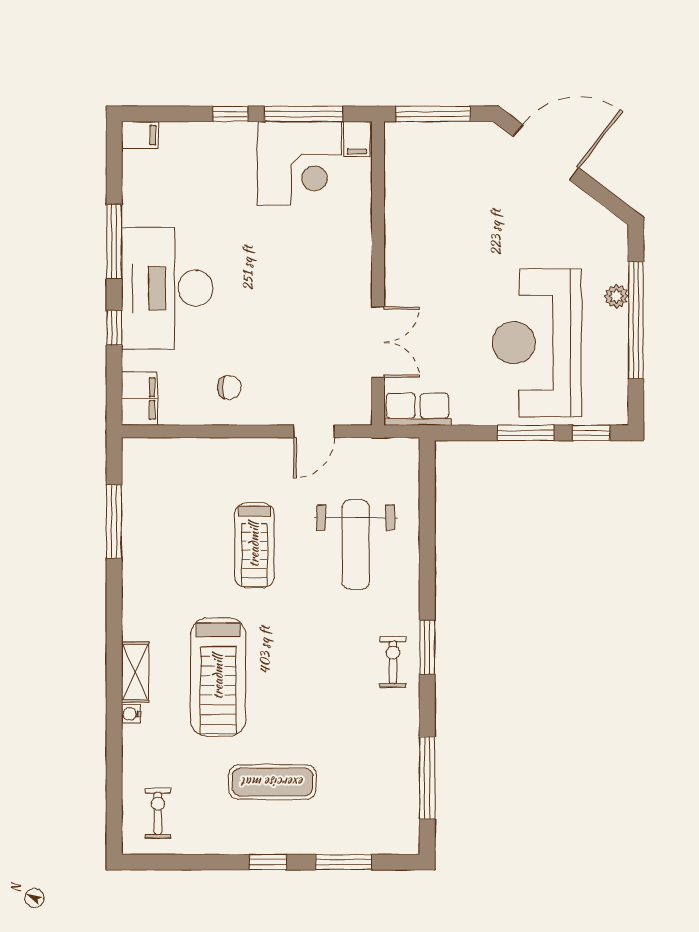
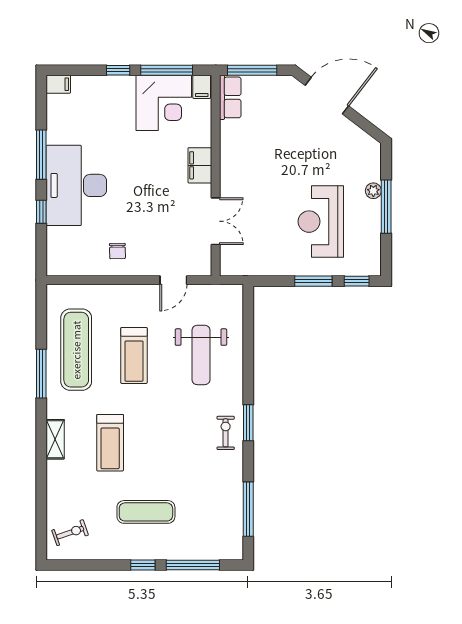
window: (636, 320) -> (386, 207), width x0.68
reception desk: (537, 343) -> (321, 222), width x0.74, depth x0.77
chair: (229, 387) -> (117, 251), turned 89
filing cabinet: (140, 399) -> (200, 165), moved, turned 180
row of seats: (418, 409) -> (230, 97), moved, turned 90
window: (114, 522) -> (41, 374), moved
exercise mat: (167, 536) -> (76, 350), added
treadmill: (218, 677) -> (110, 443), width x0.73, depth x0.73
water cooler: (131, 714) -> (52, 467), removed
exercise bike: (158, 813) -> (70, 533), turned 71
window: (344, 862) -> (193, 565), width x1.44

